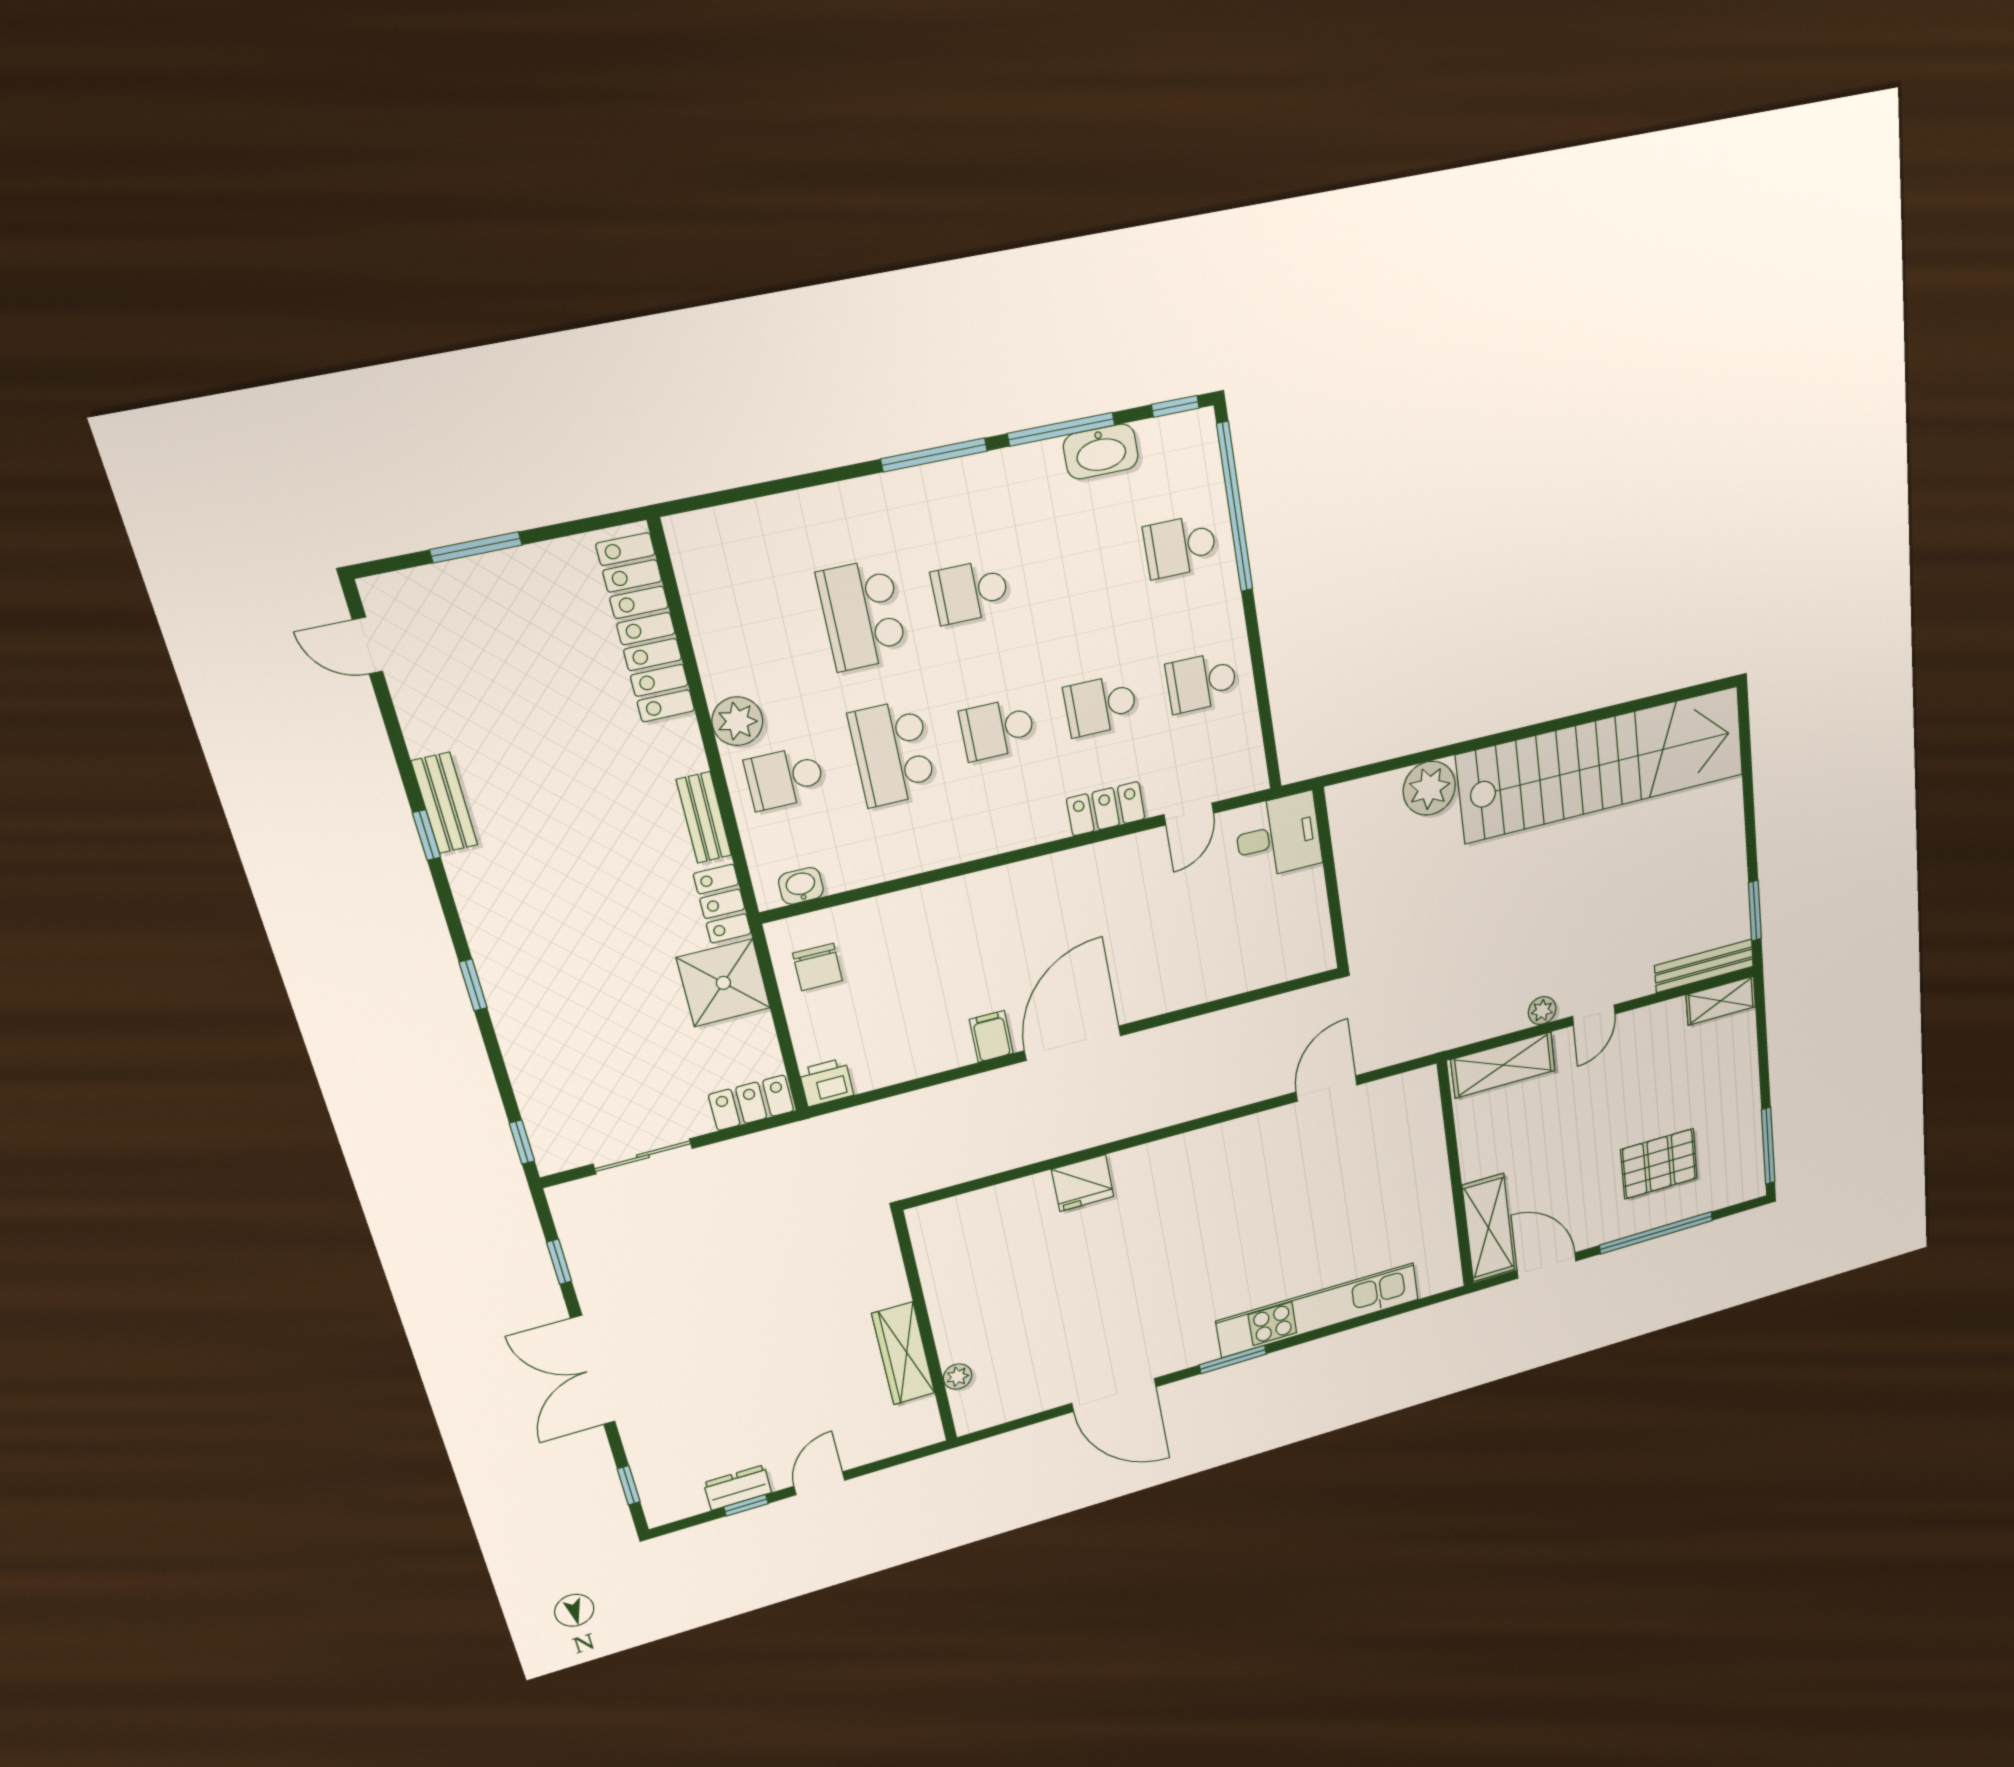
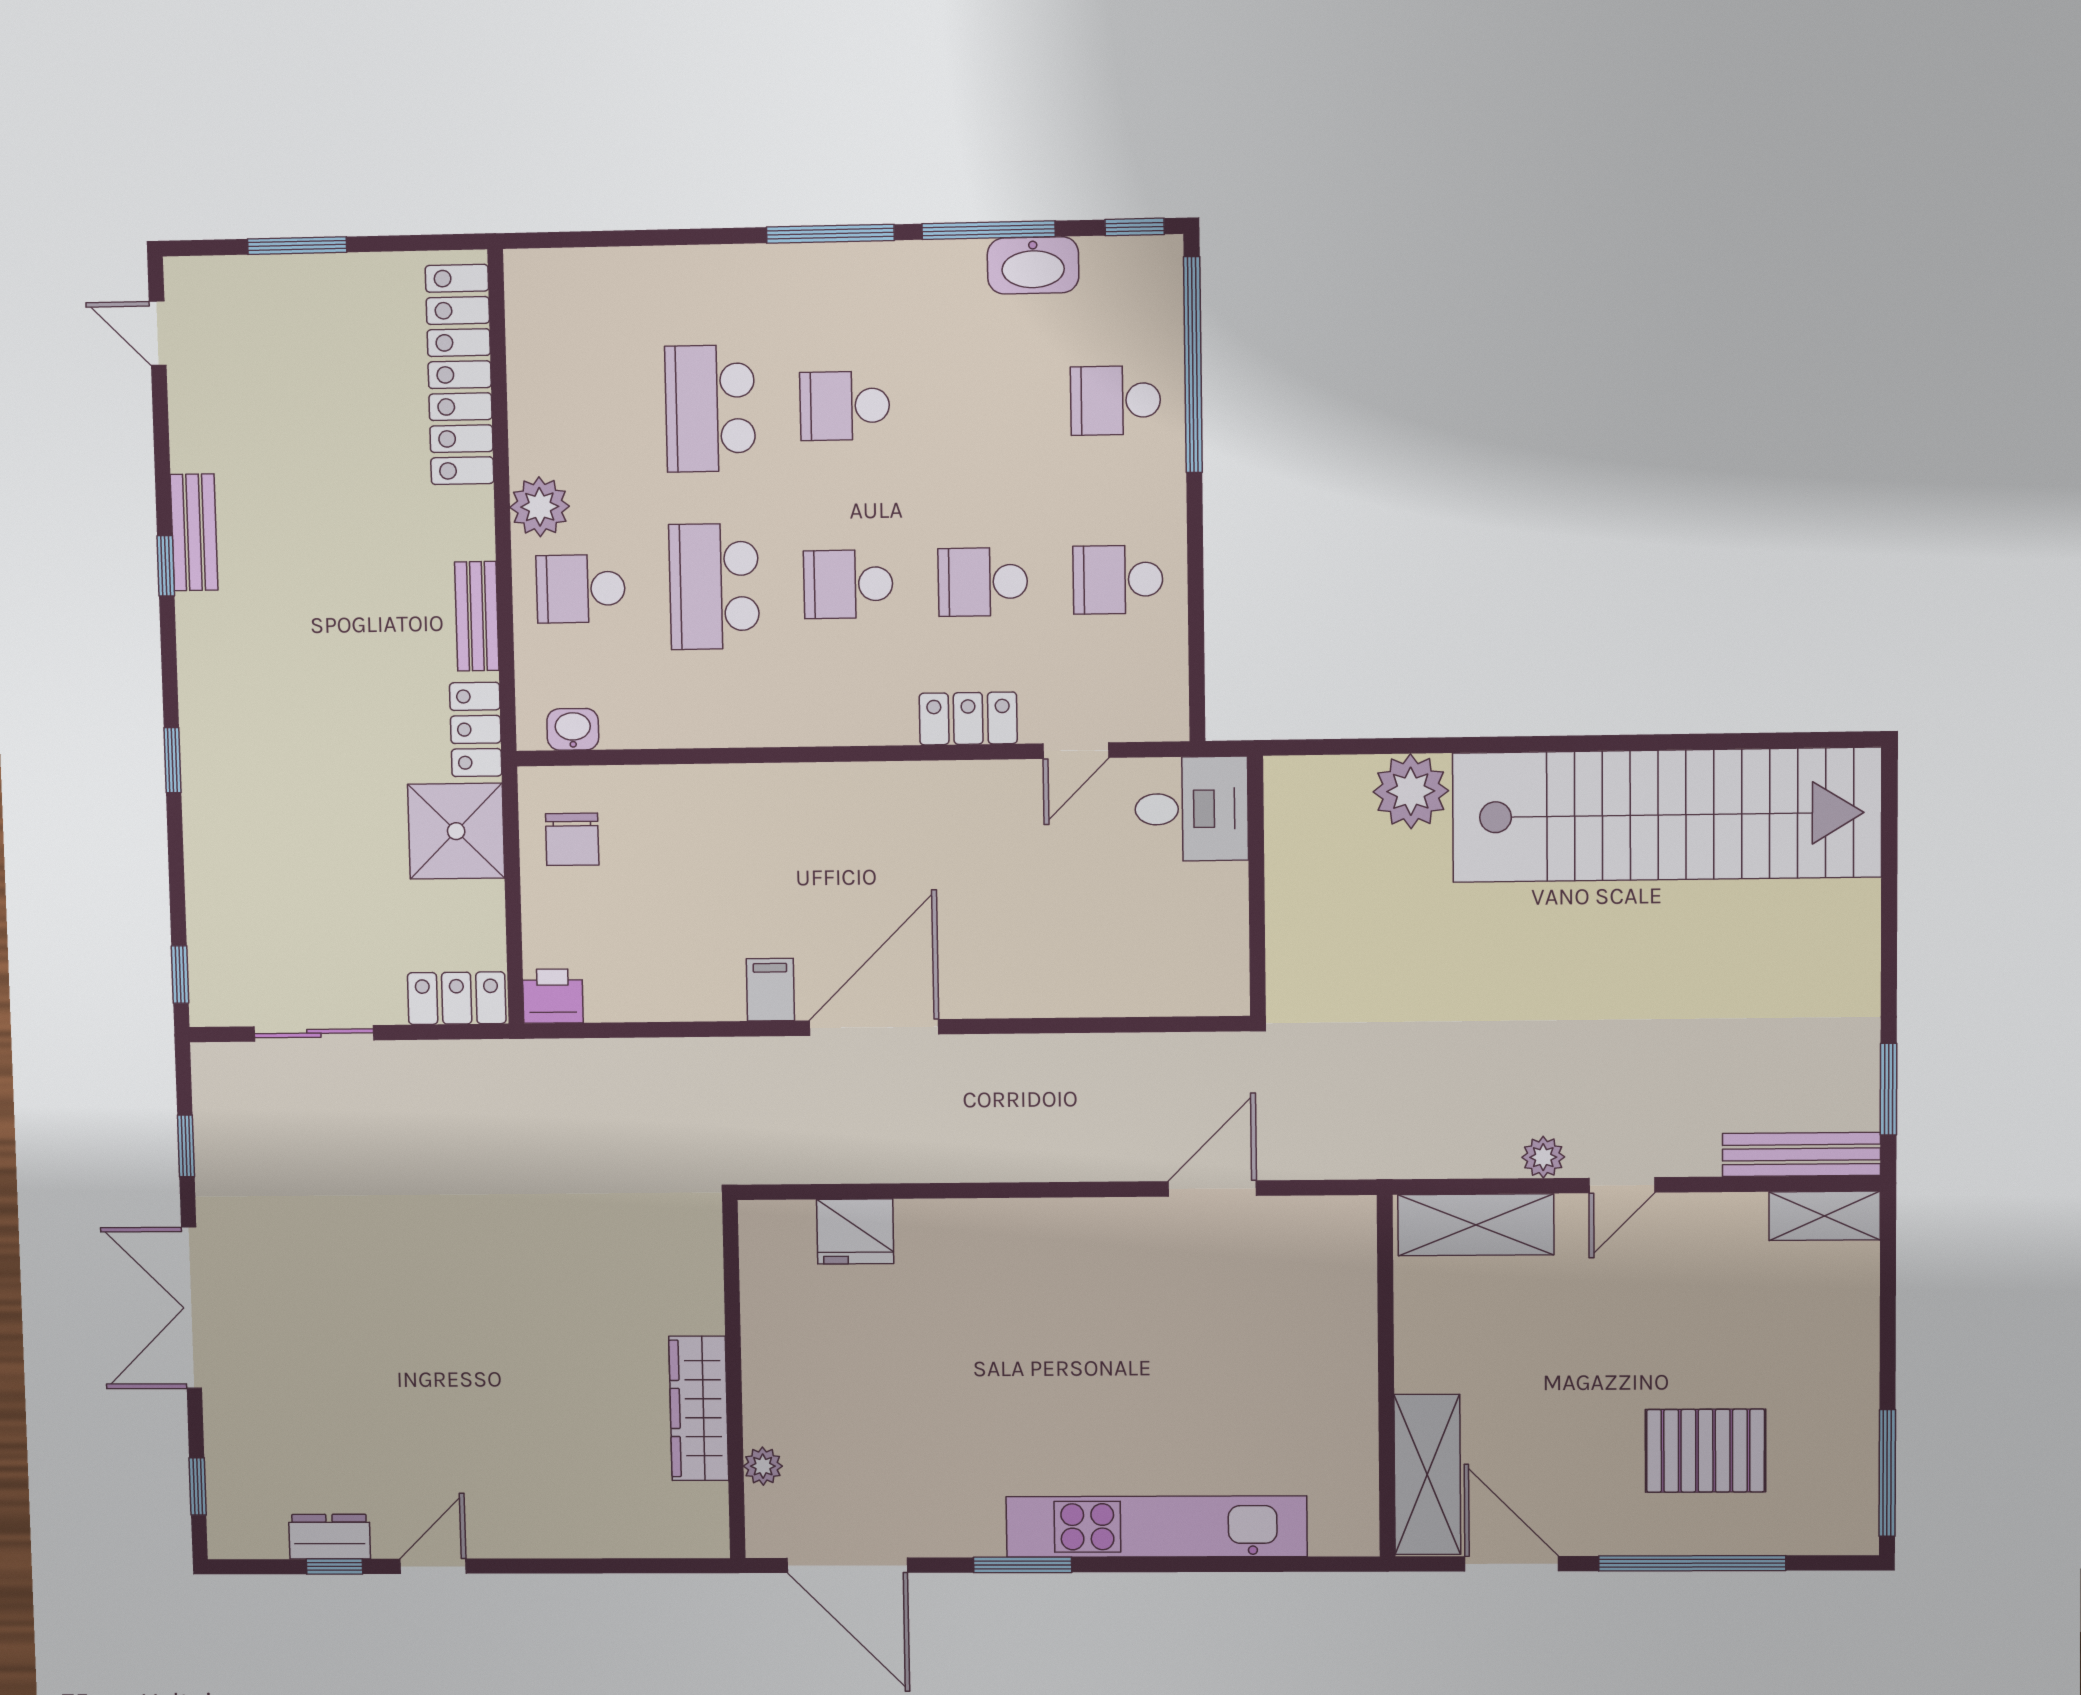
wall: (925, 1328) -> (734, 1380), moved
wardrobe: (903, 1353) -> (699, 1408), moved
plant: (958, 1377) -> (763, 1466), moved

